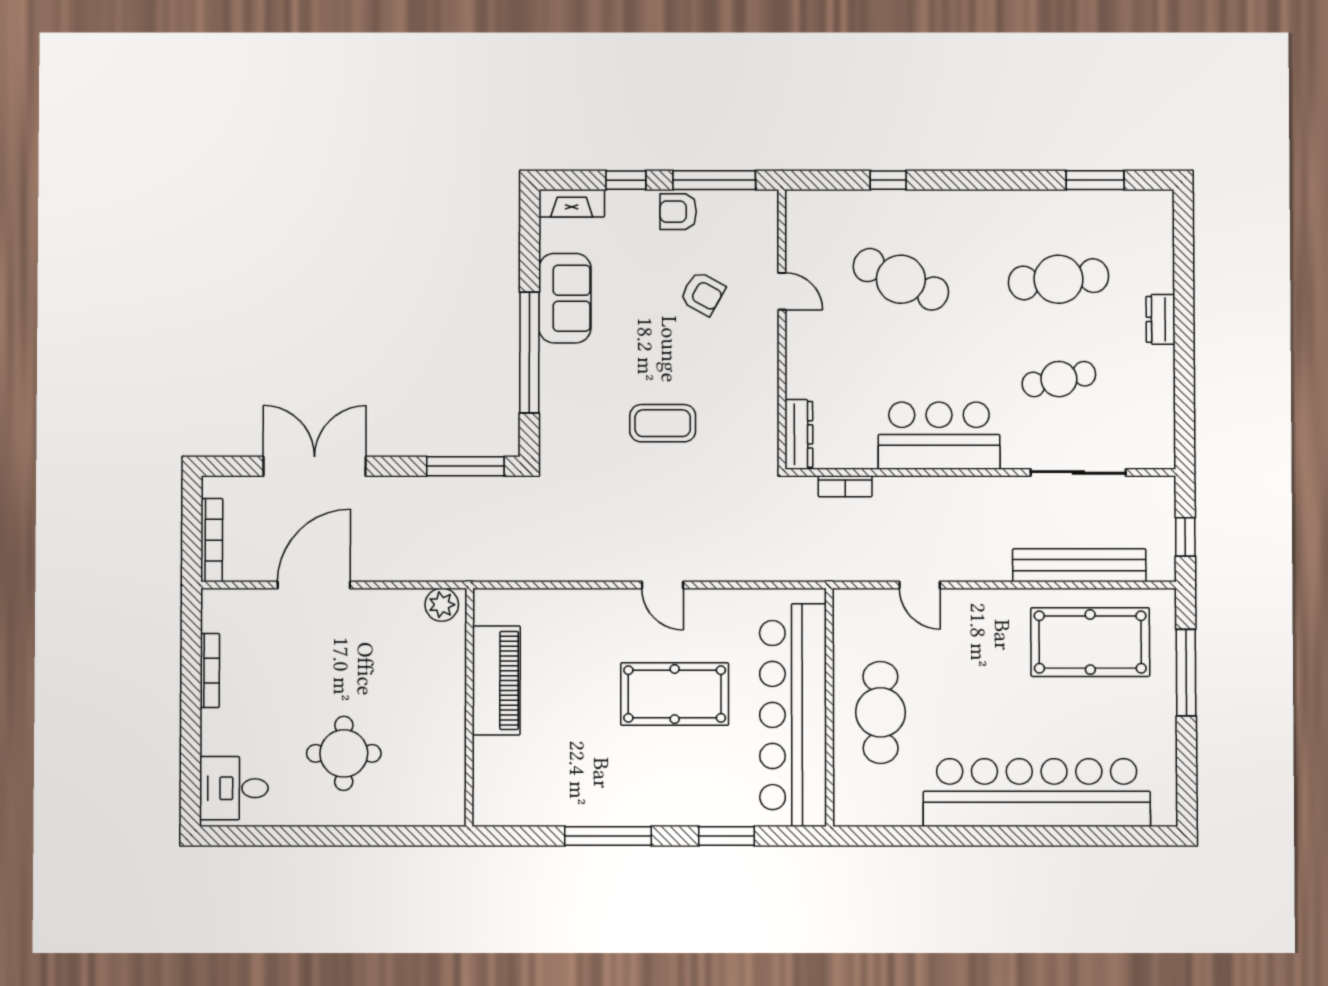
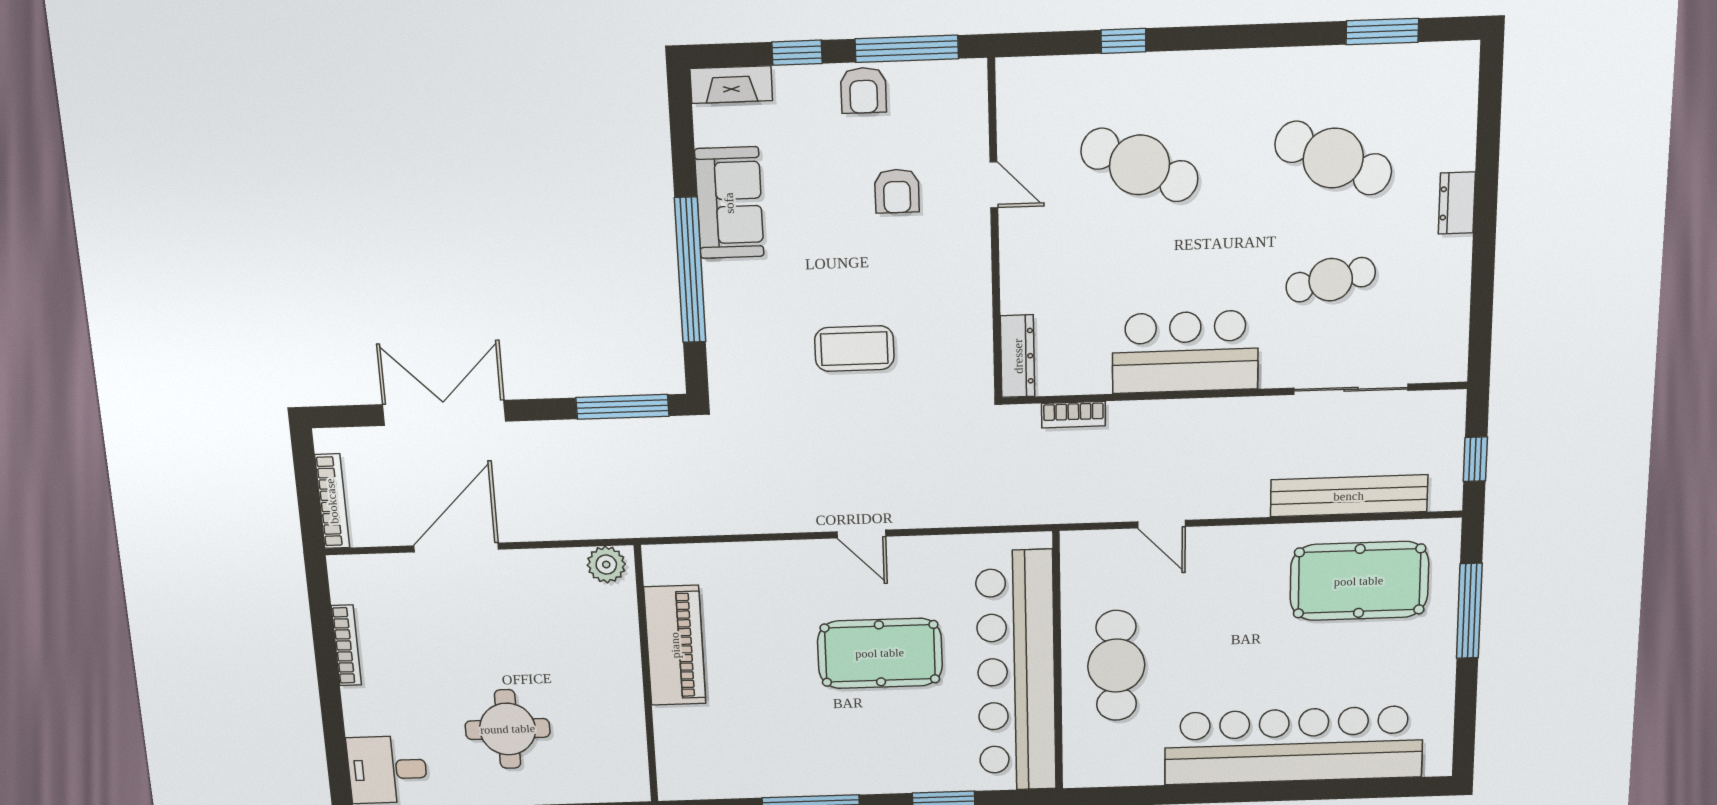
armchair: (678, 212) -> (863, 90), turned -90
cafe table: (1058, 279) -> (1333, 158), turned 30
armchair: (703, 293) -> (897, 191), turned 61

